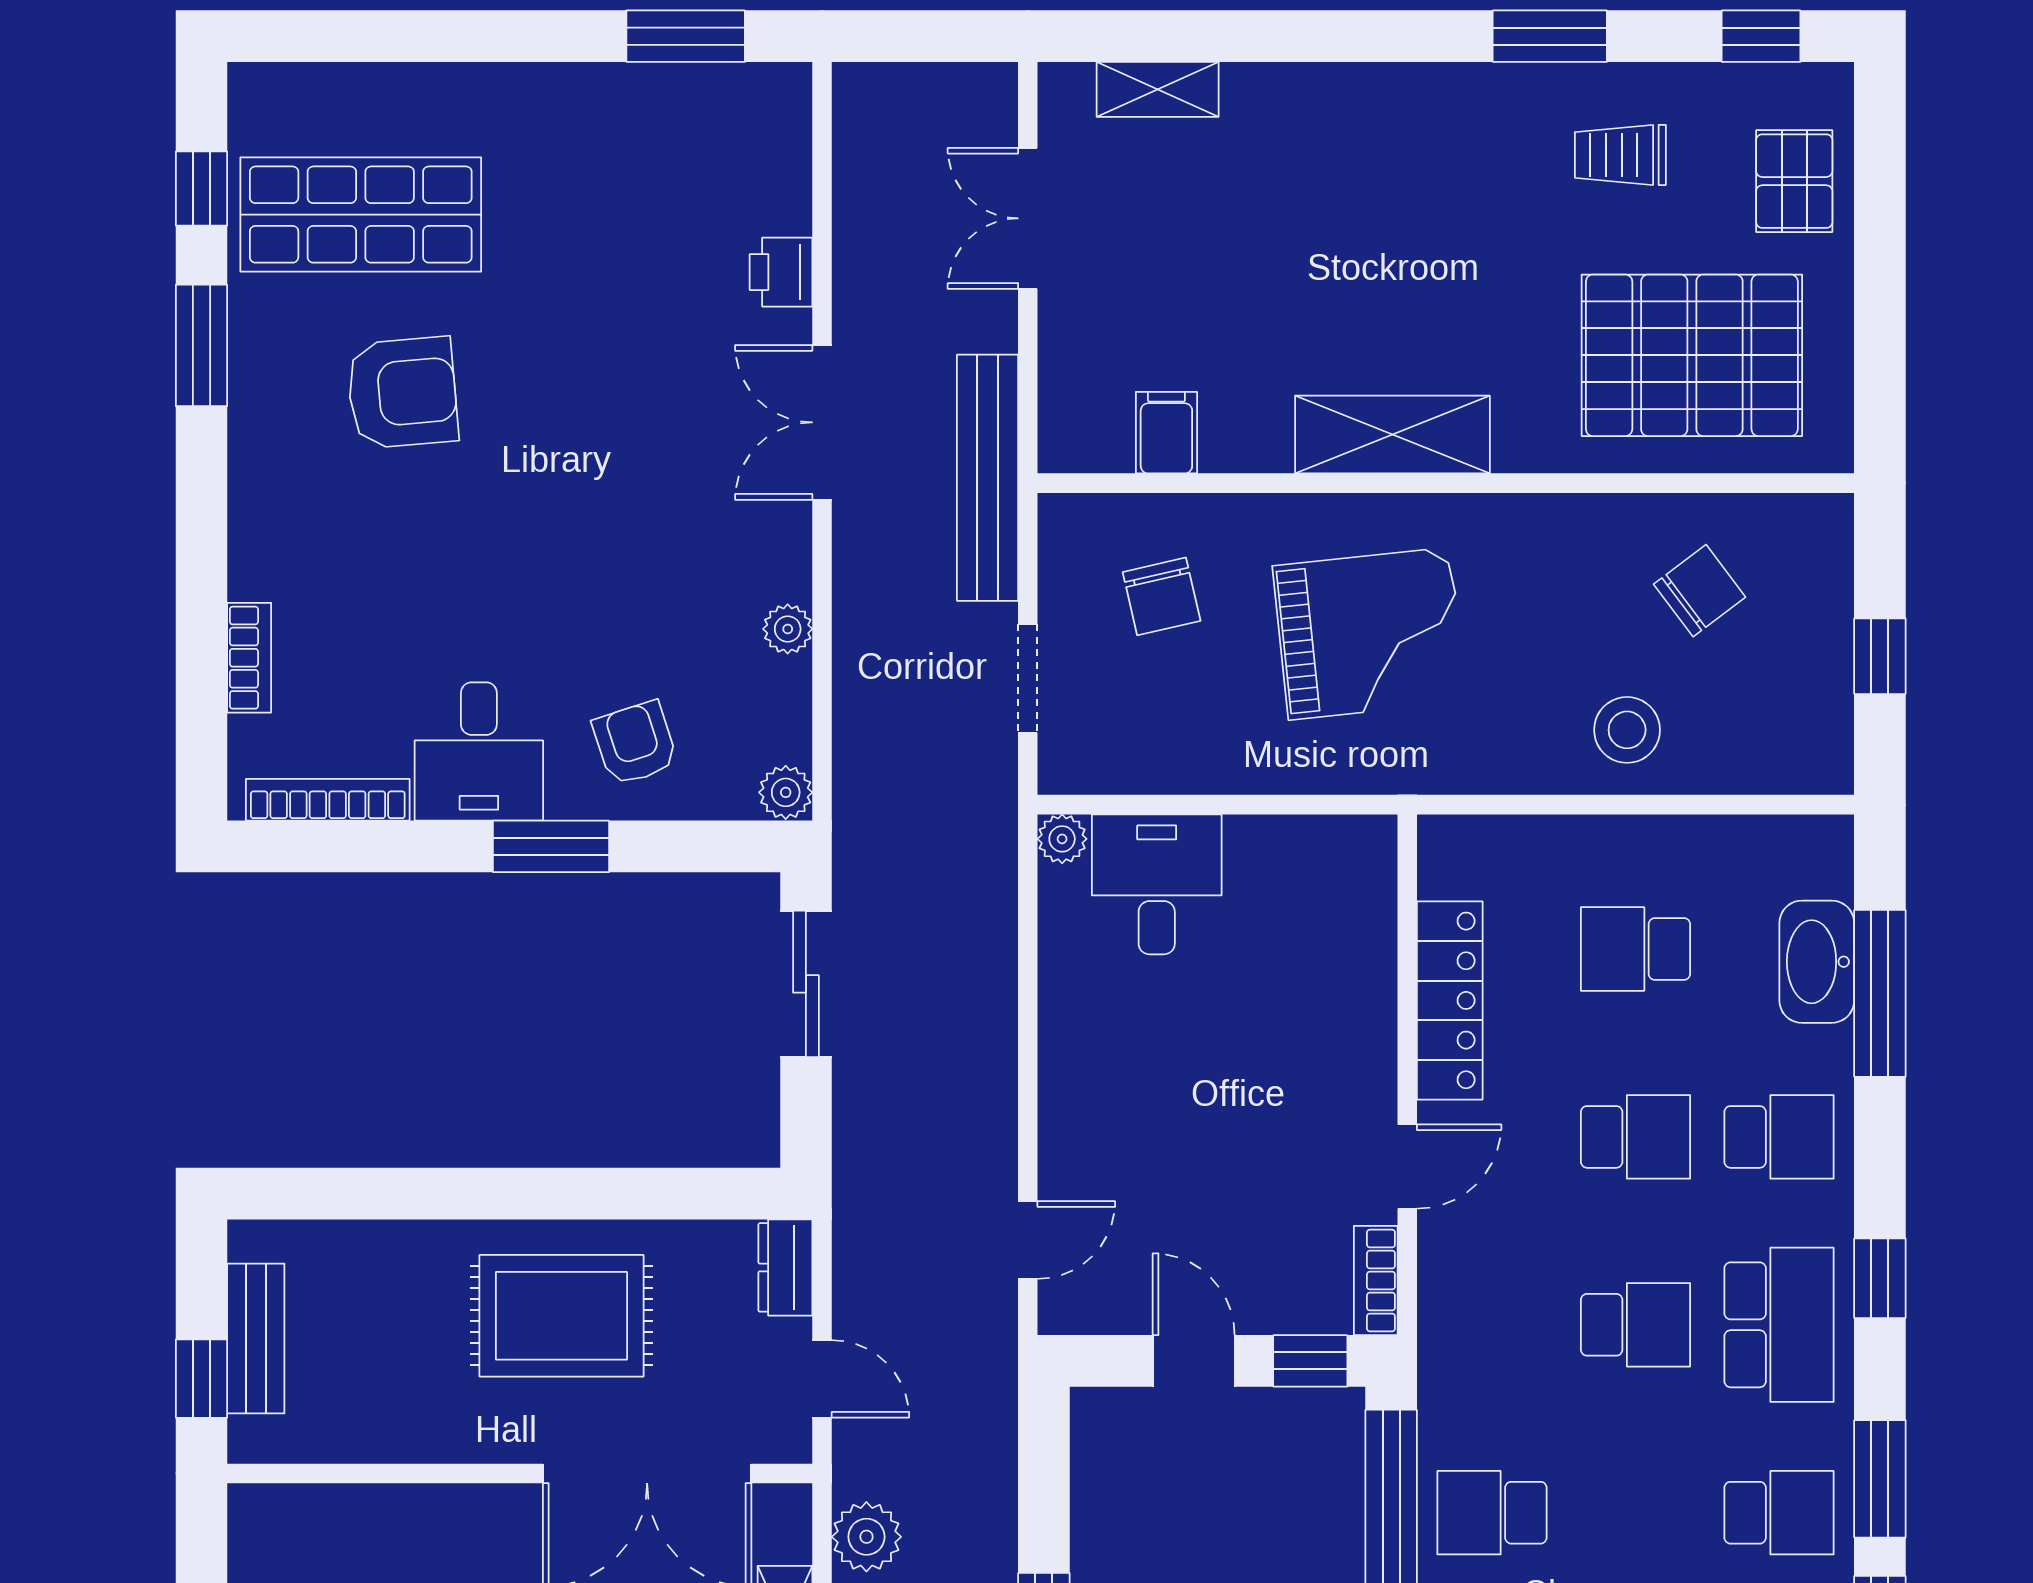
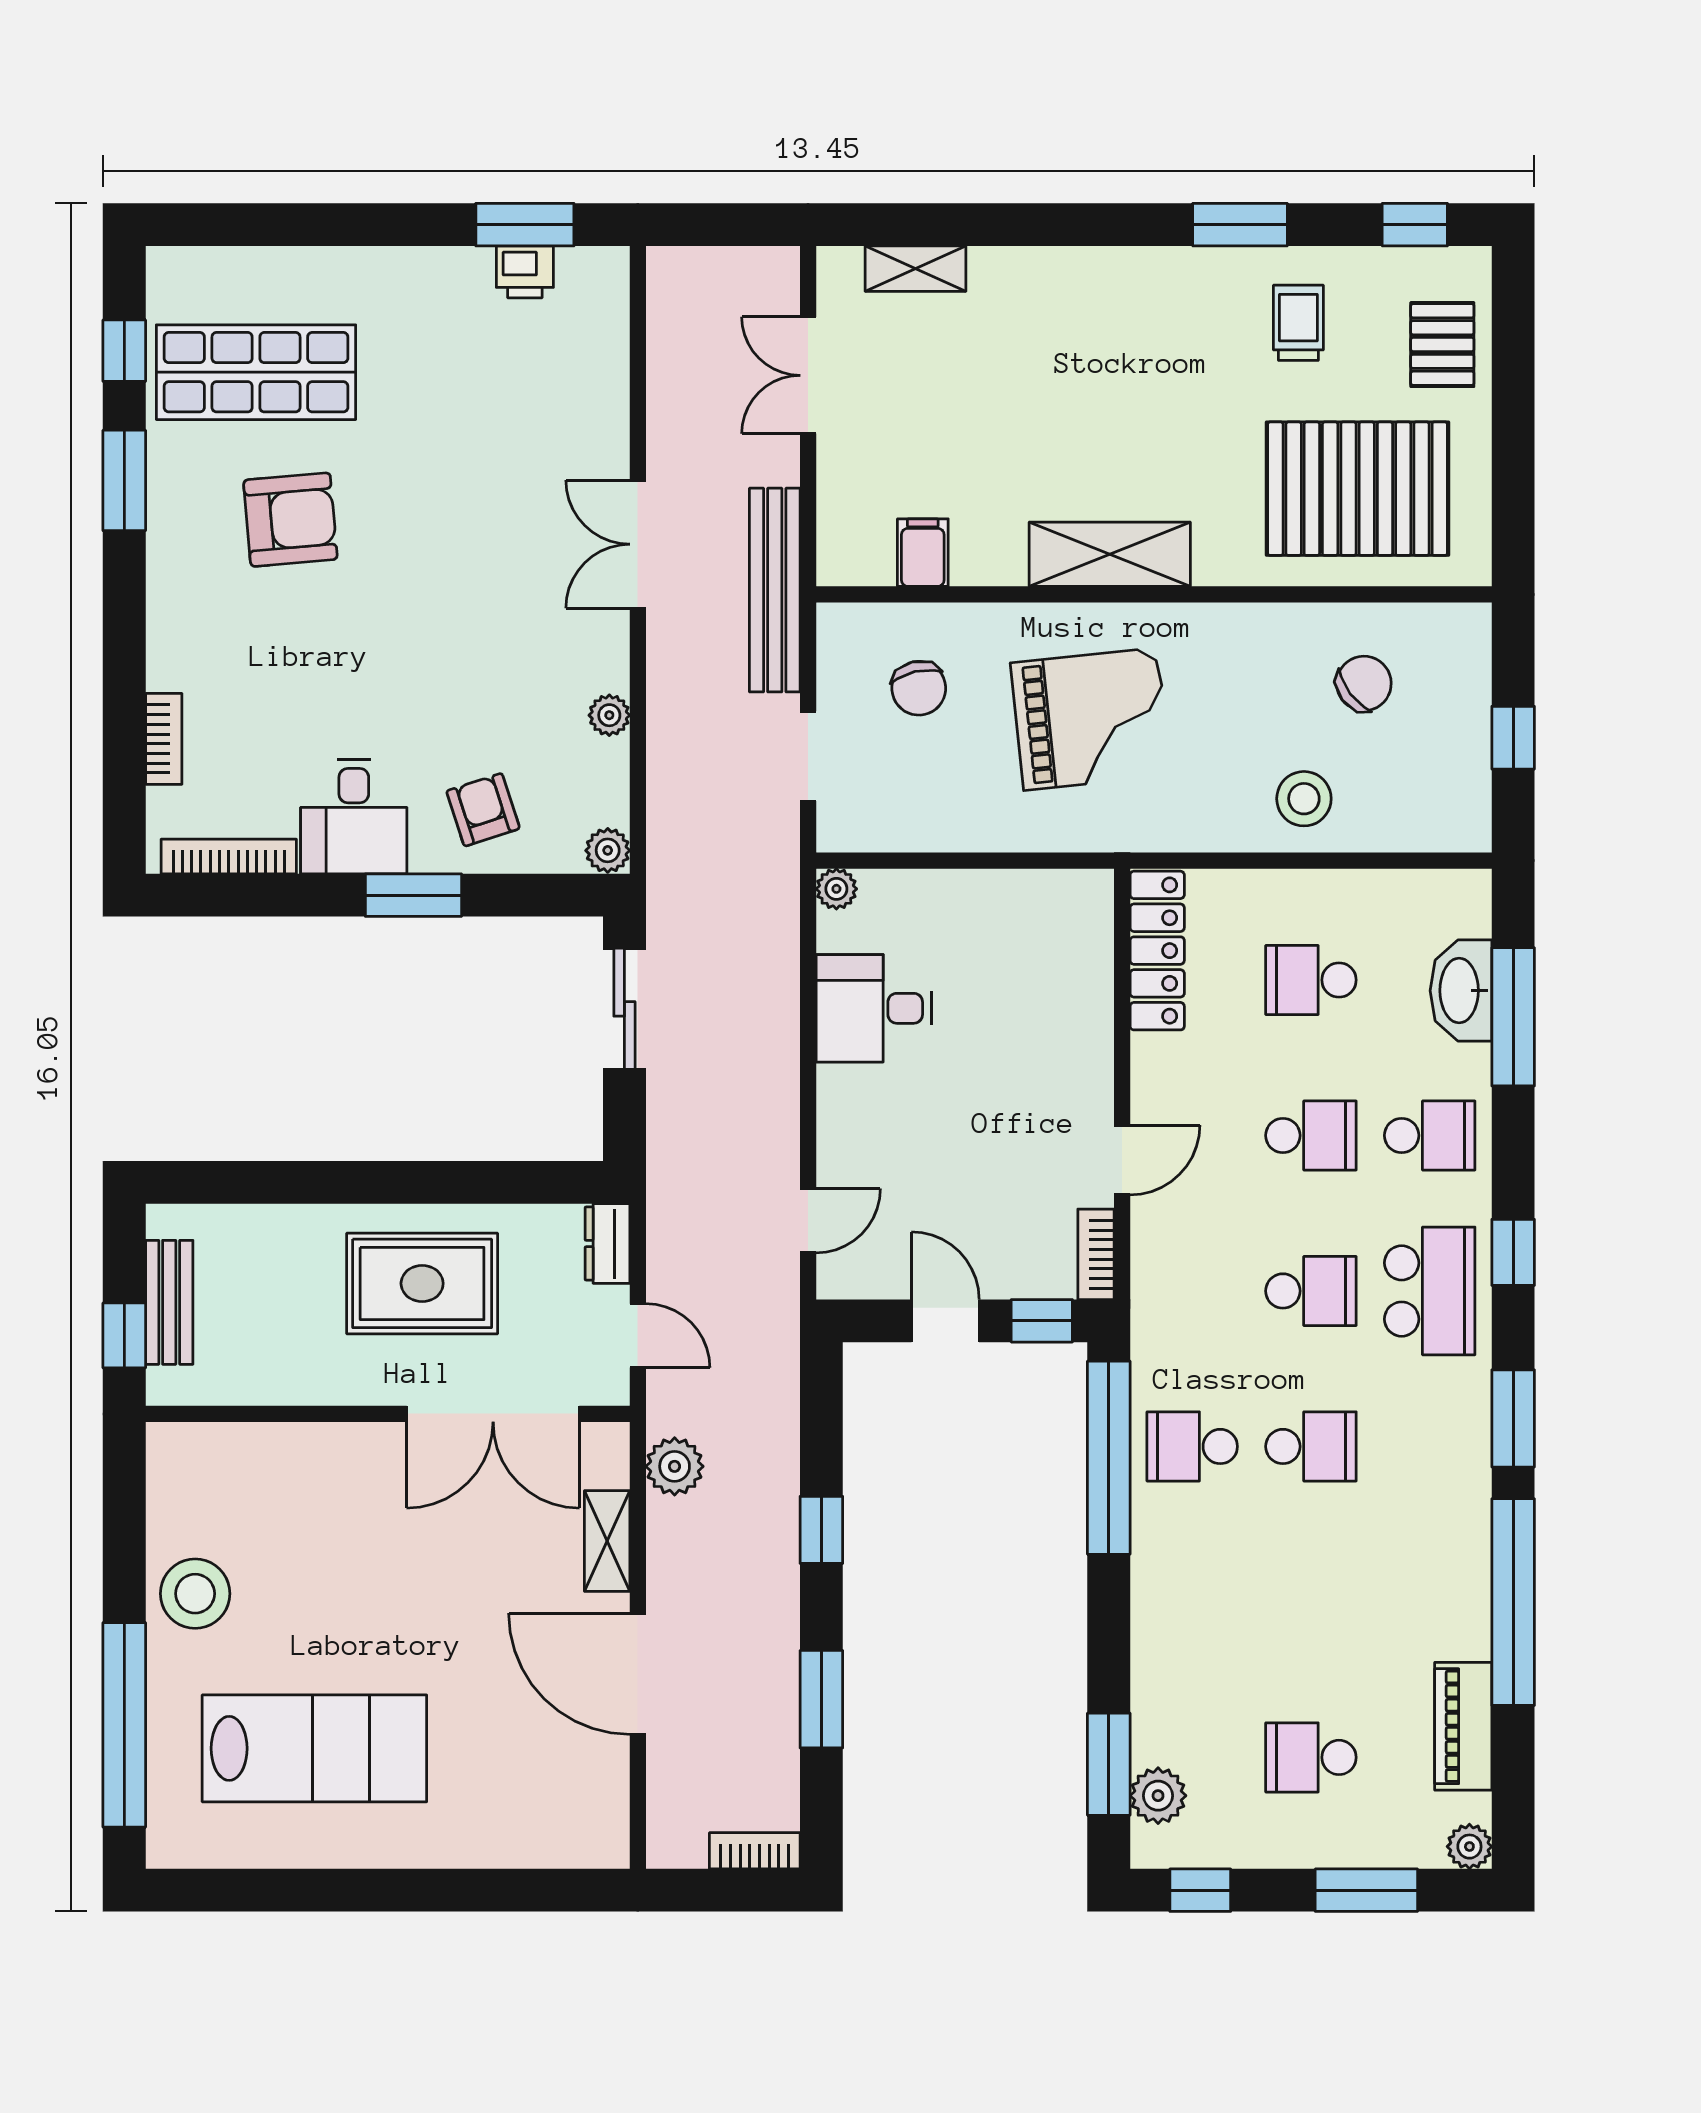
trolley: (1620, 155) -> (1298, 323), turned 90
printer: (781, 272) -> (525, 272), moved, turned -90
desk: (1157, 884) -> (874, 1008), moved, turned -90
locker: (1450, 1000) -> (1157, 951), moved
school desk: (1779, 1513) -> (1311, 1446), moved

